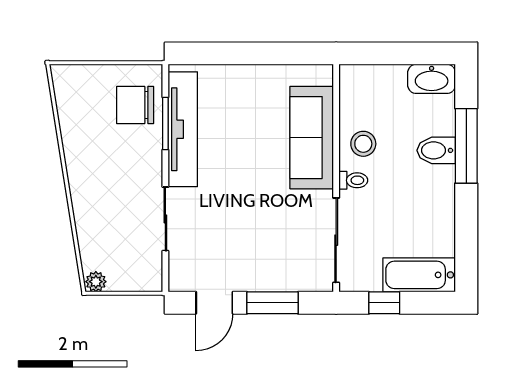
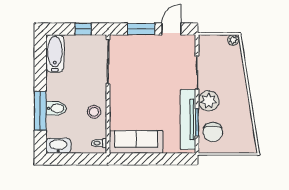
chair: (135, 105) -> (213, 132), turned 90
sofa: (312, 138) -> (136, 142), moved, turned -90
plant: (143, 165) -> (209, 101), added
toilet: (353, 180) -> (99, 143), moved
bathtub: (419, 275) -> (55, 54), moved, turned -90

